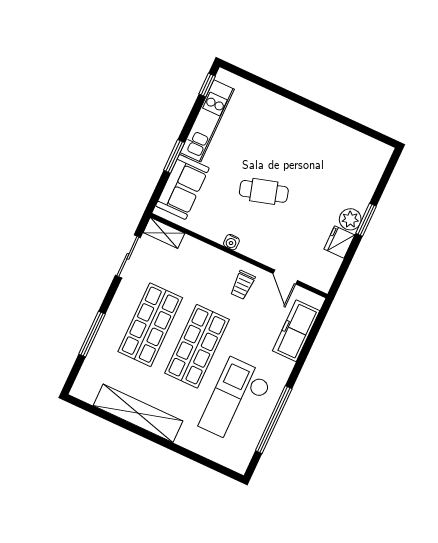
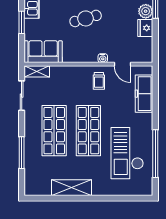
sofa: (182, 187) -> (43, 52), moved, turned -90
water cooler: (231, 242) -> (103, 58), moved
shelving: (138, 413) -> (72, 188), width x0.68

